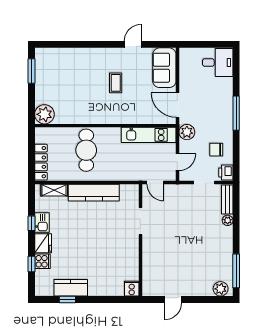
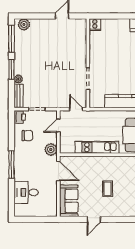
desk: (218, 63) -> (26, 192), moved
kitchen unit: (149, 135) -> (97, 147), moved
window: (236, 232) -> (11, 69), added

